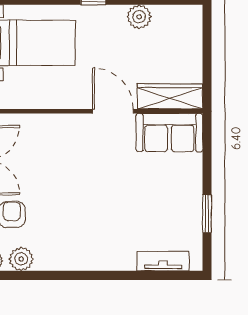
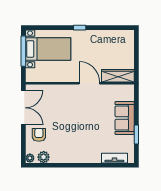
plant: (139, 17) -> (102, 36), removed
sofa: (169, 133) -> (125, 118), moved, turned 90

